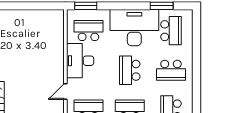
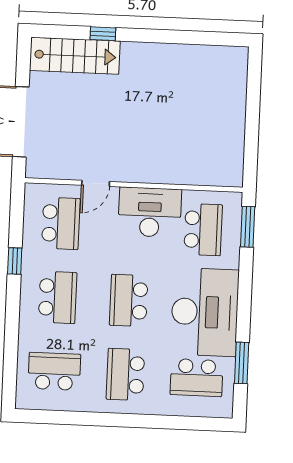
school desk: (130, 70) -> (129, 300), turned -90
door: (65, 92) -> (96, 183), swing flipped

